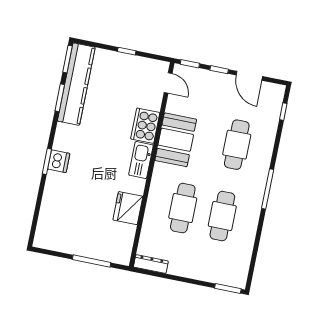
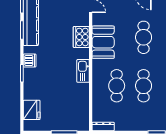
kitchen sink: (141, 160) -> (83, 71), moved
dishwasher: (59, 161) -> (30, 61), moved
fridge: (128, 208) -> (32, 110), moved, turned 180

